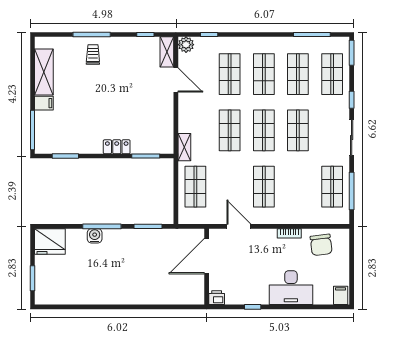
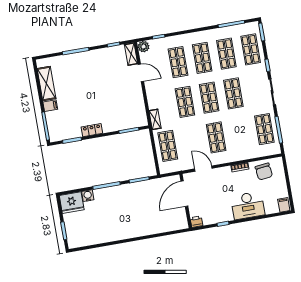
trolley: (93, 54) -> (79, 65), removed
locker: (117, 147) -> (92, 130), moved
water cooler: (95, 236) -> (88, 196), moved

